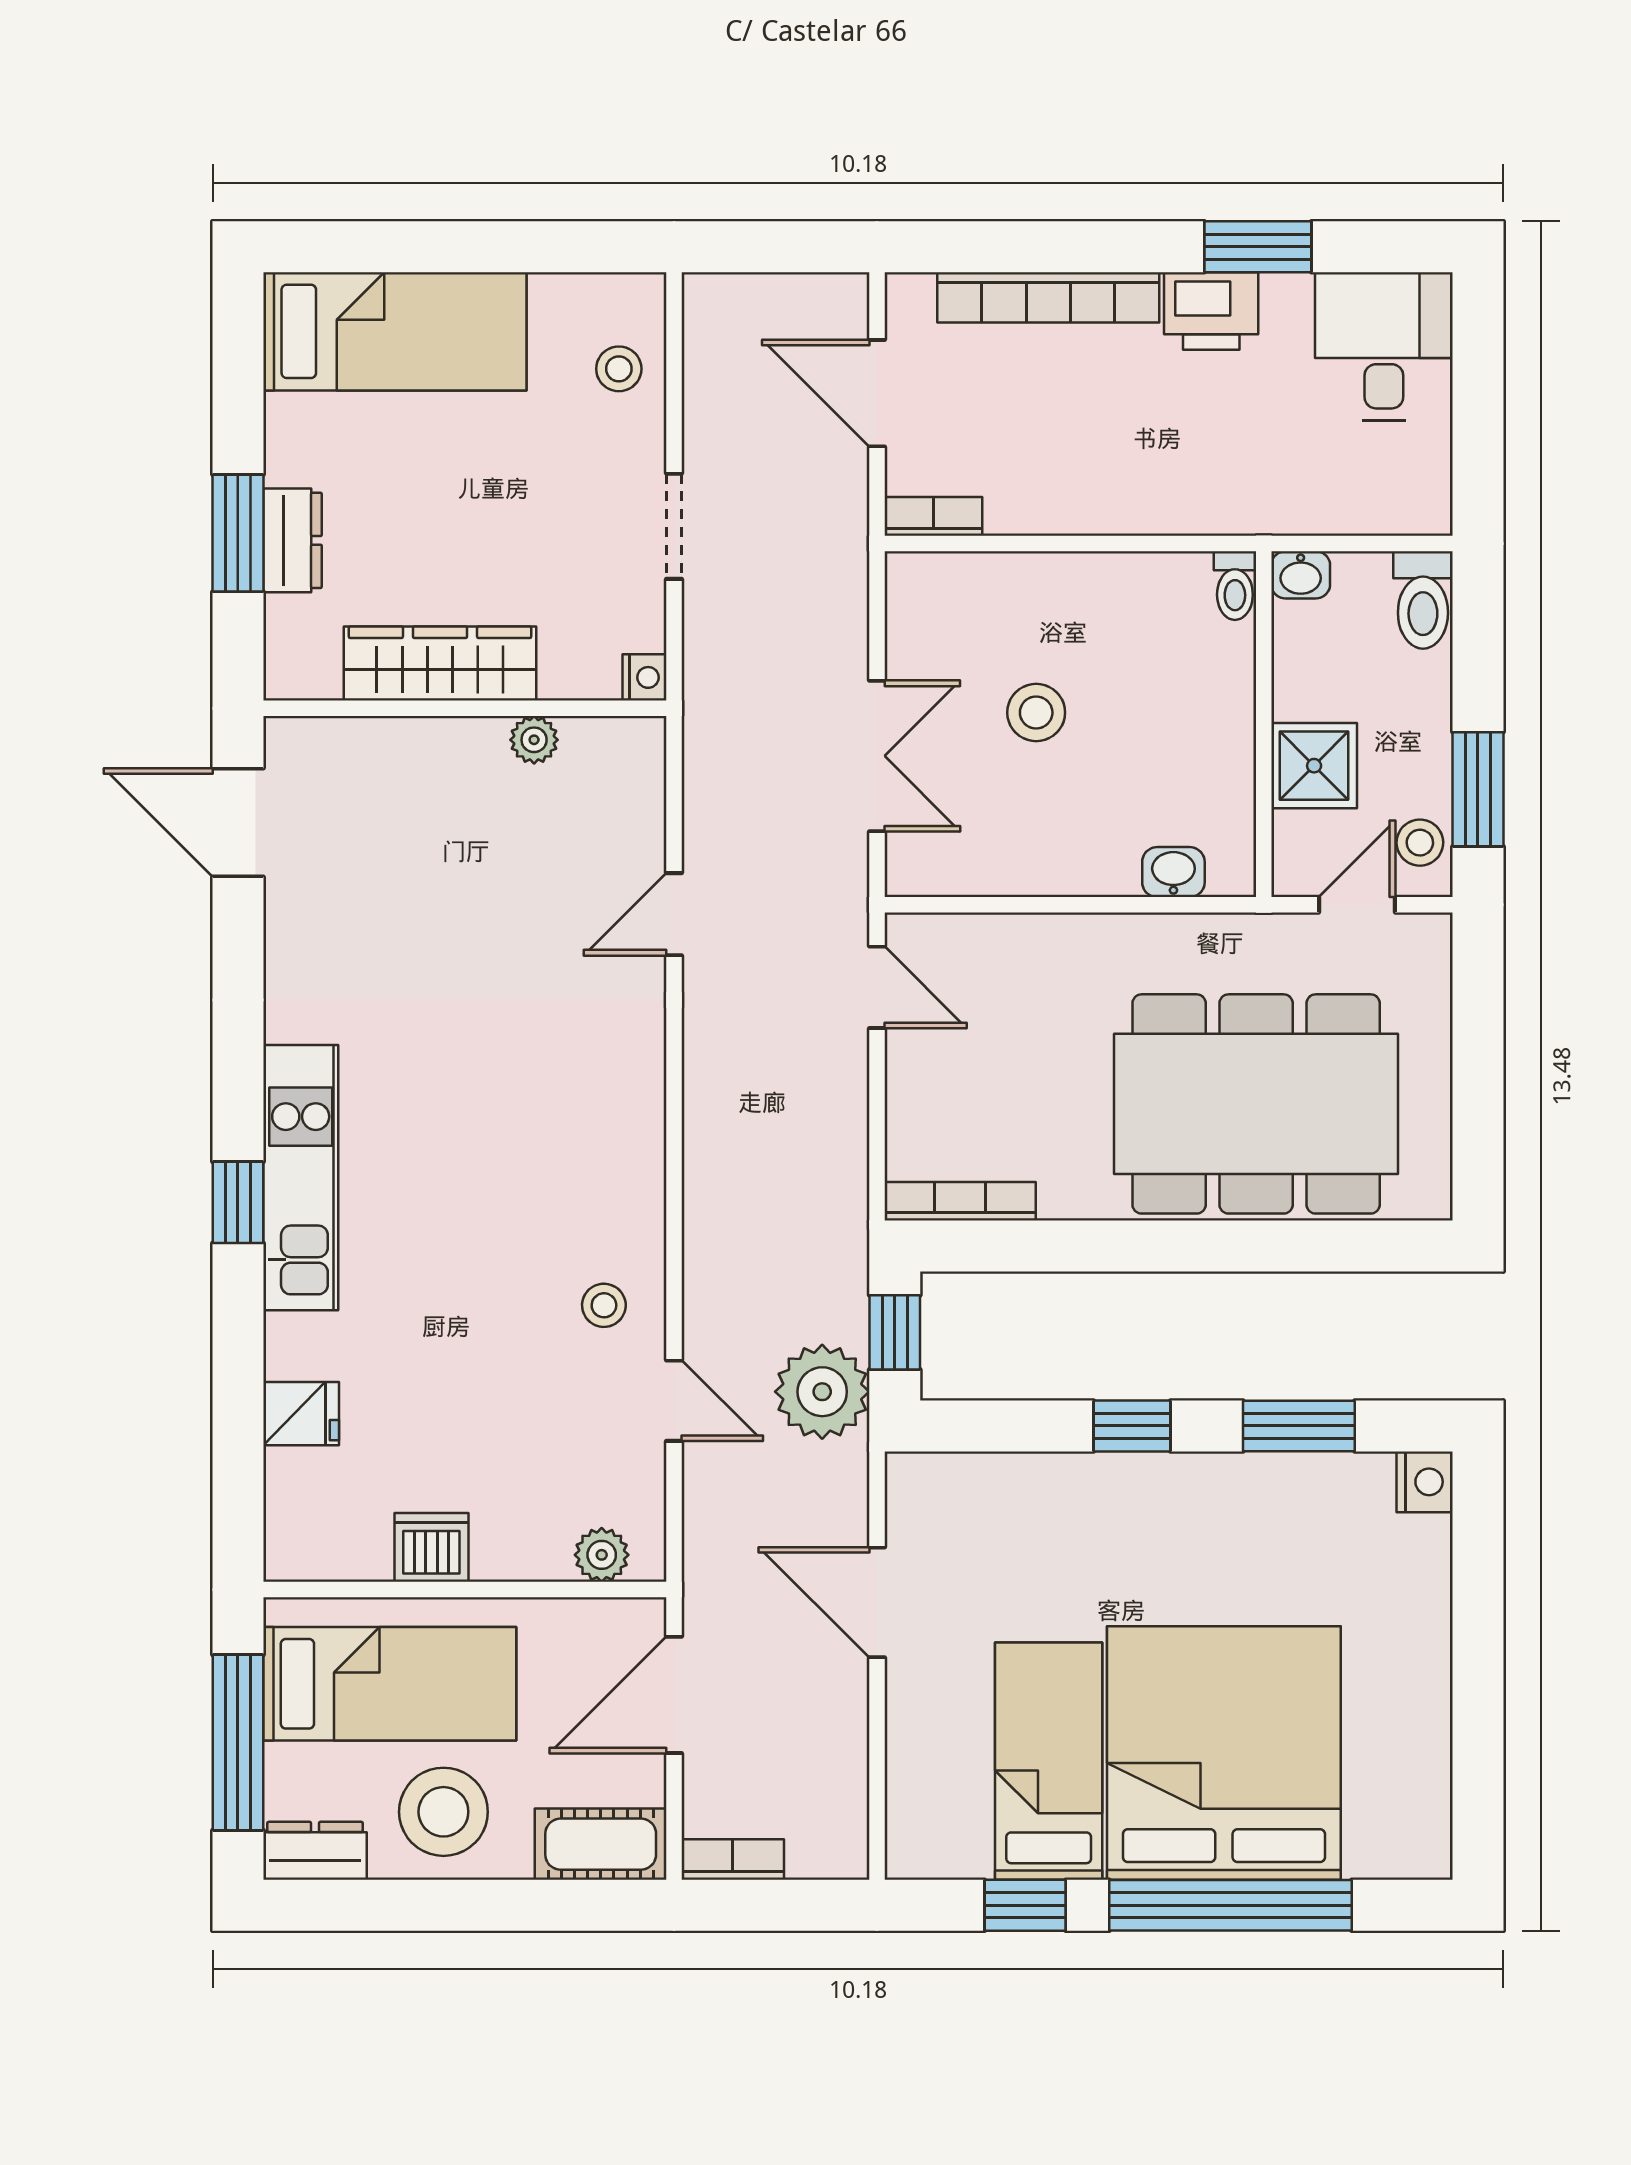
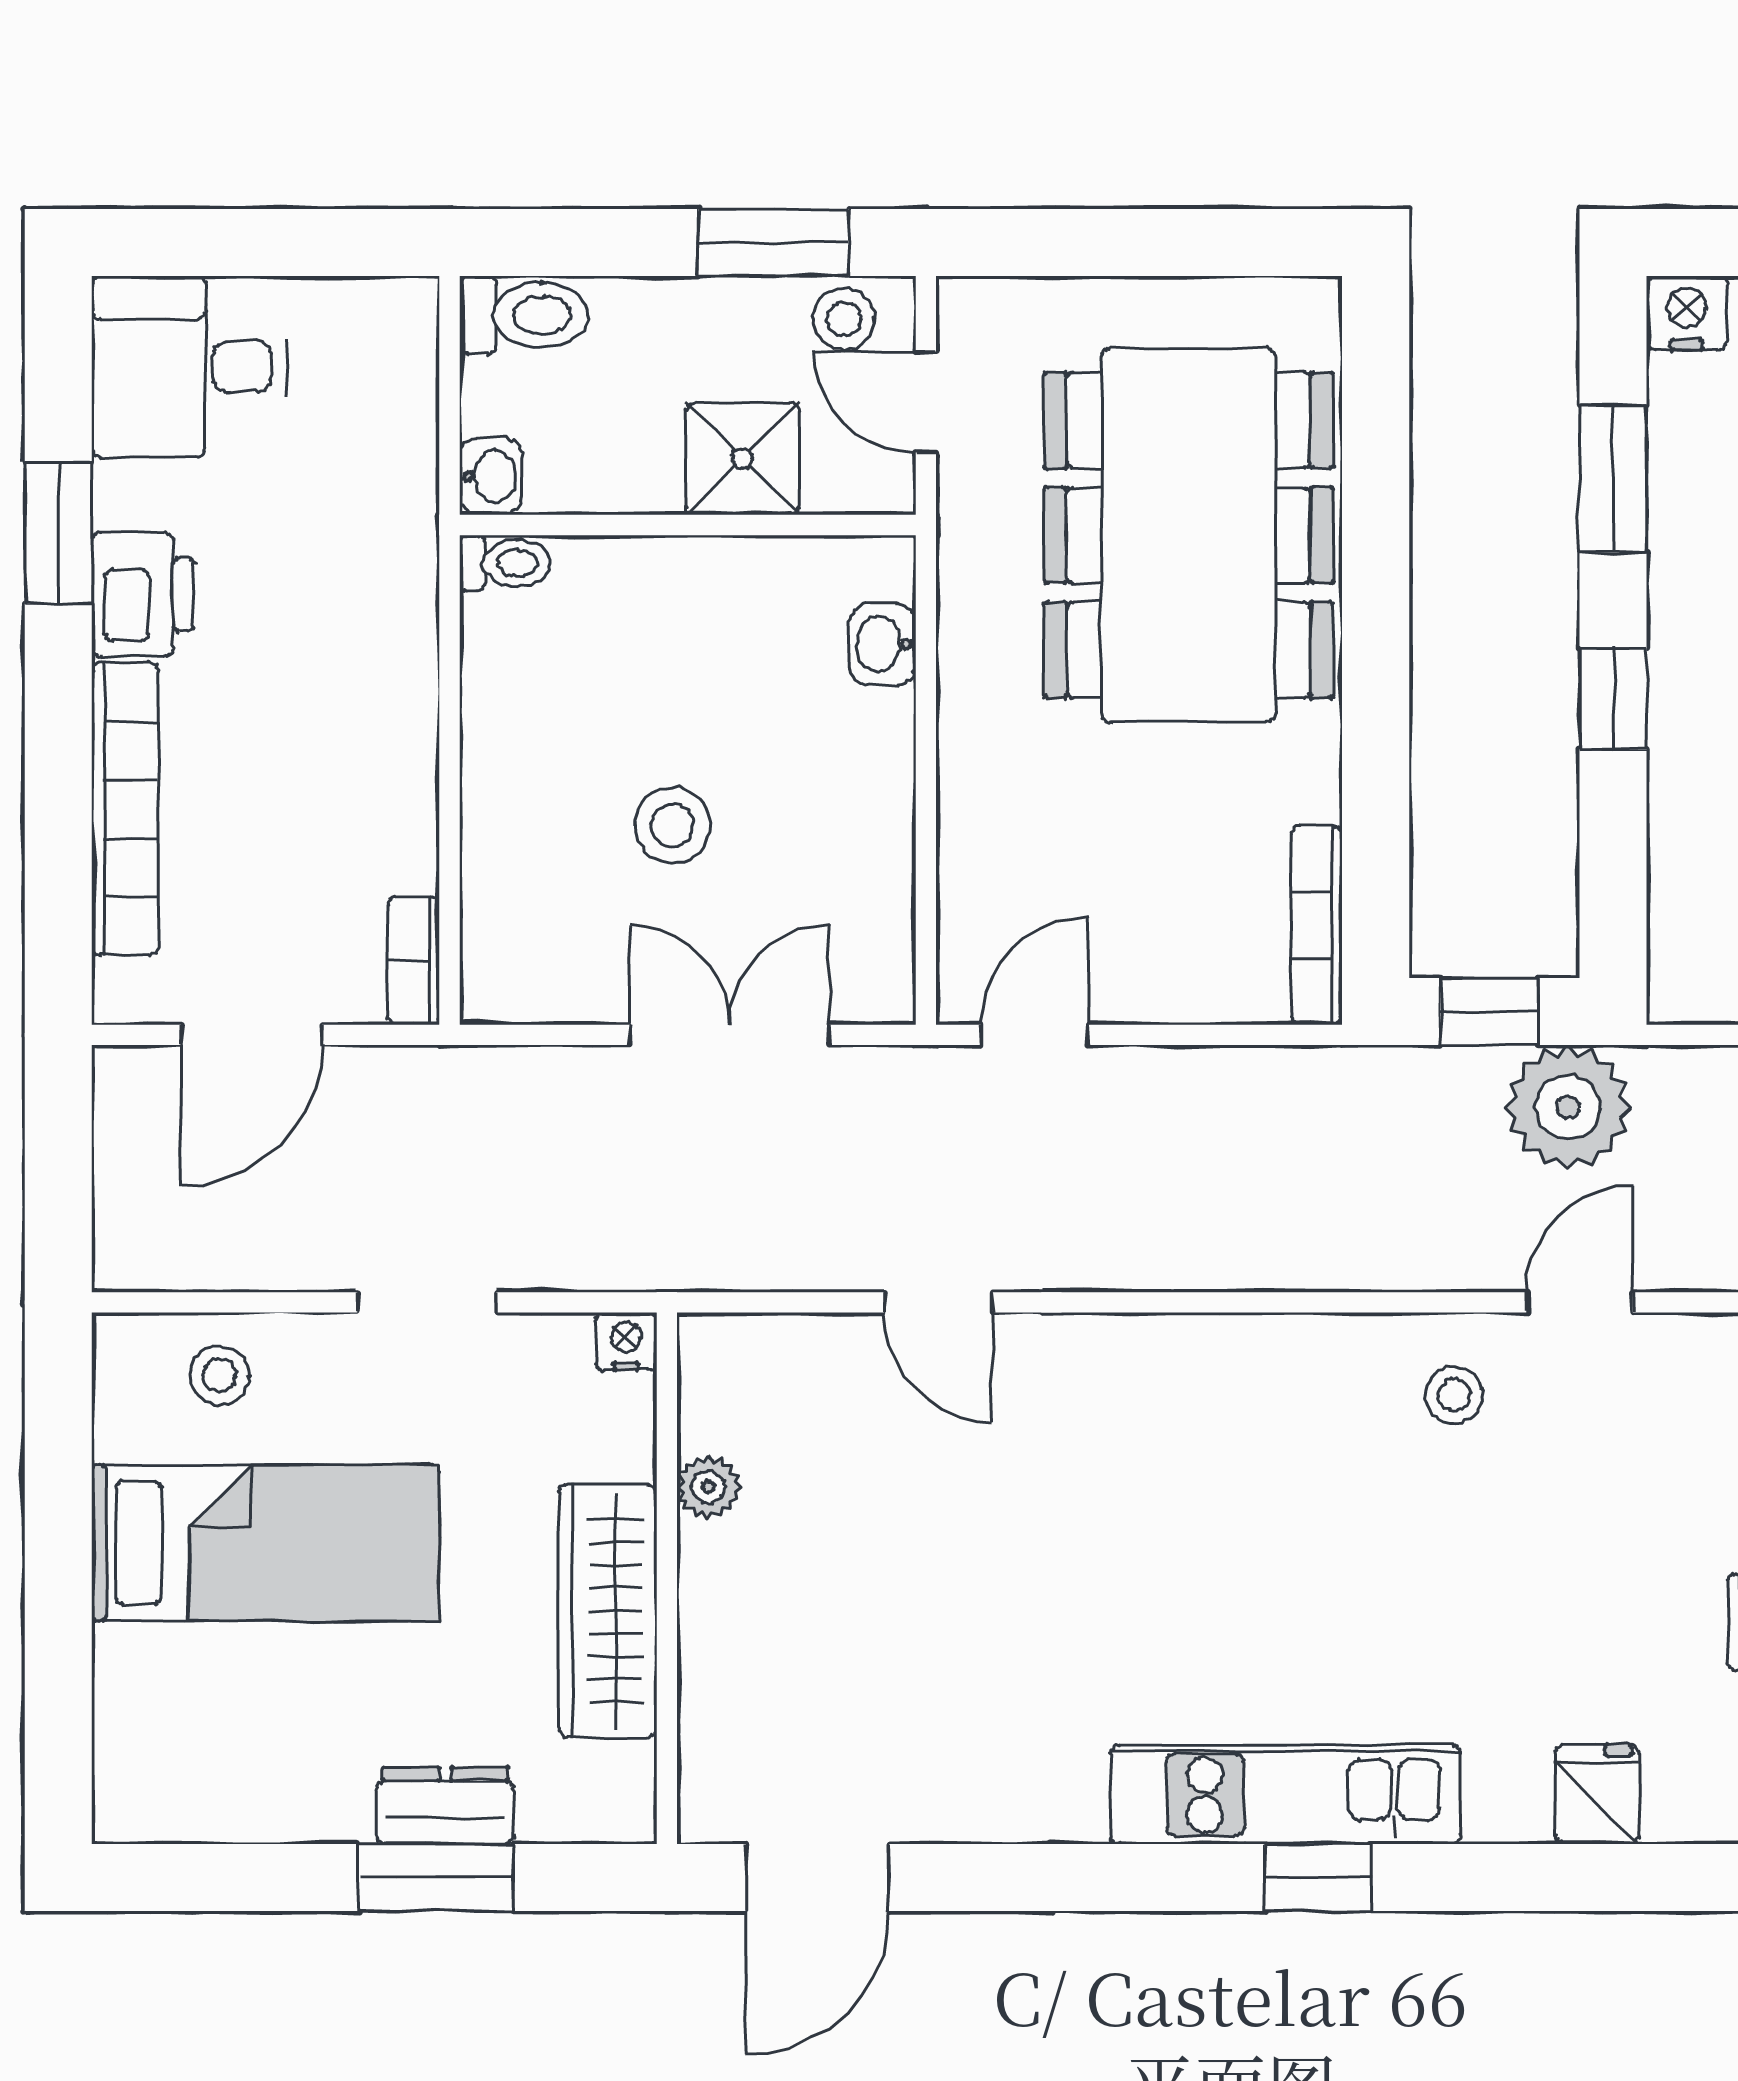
bed: (395, 331) -> (265, 1543), moved, turned 90

